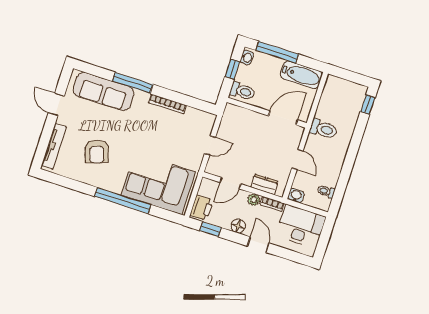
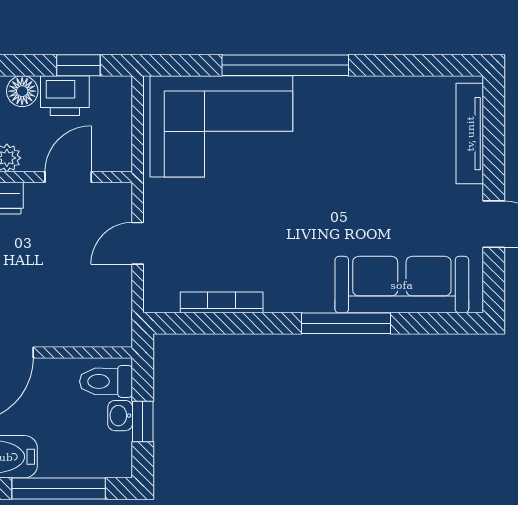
washbasin: (247, 57) -> (120, 416), moved
bookcase: (168, 104) -> (222, 302), moved
armchair: (97, 151) -> (375, 152), removed
printer: (202, 208) -> (65, 96), moved, turned -90

